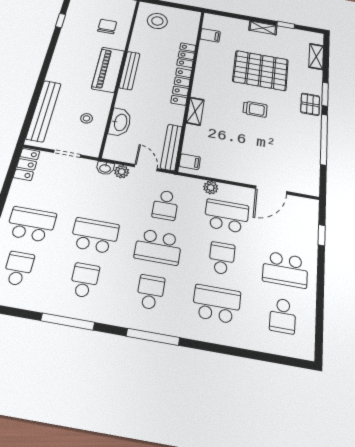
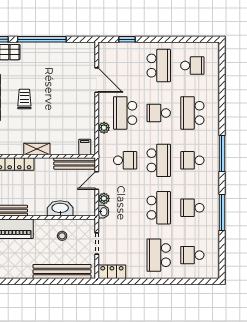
school desk: (95, 236) -> (159, 208), turned 180

